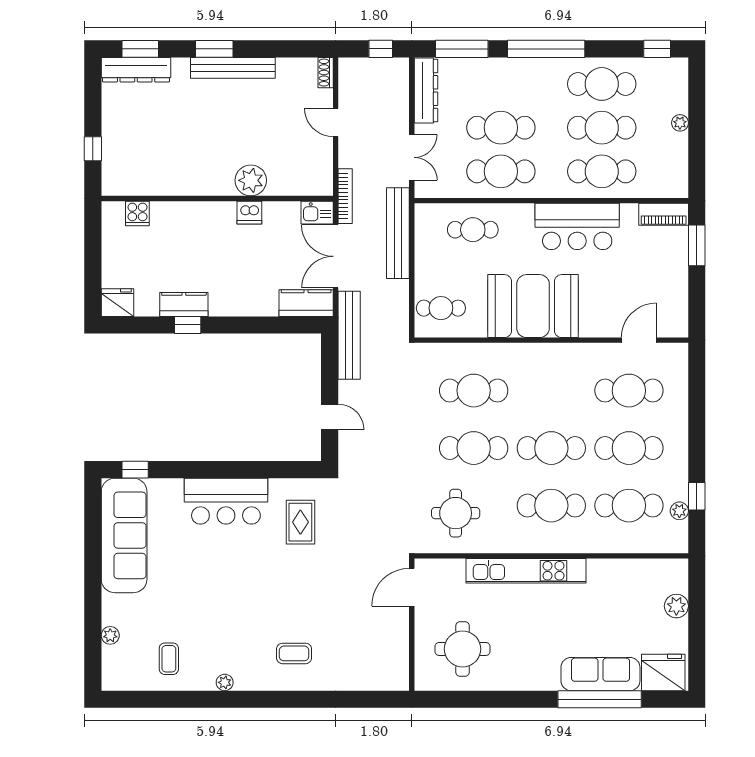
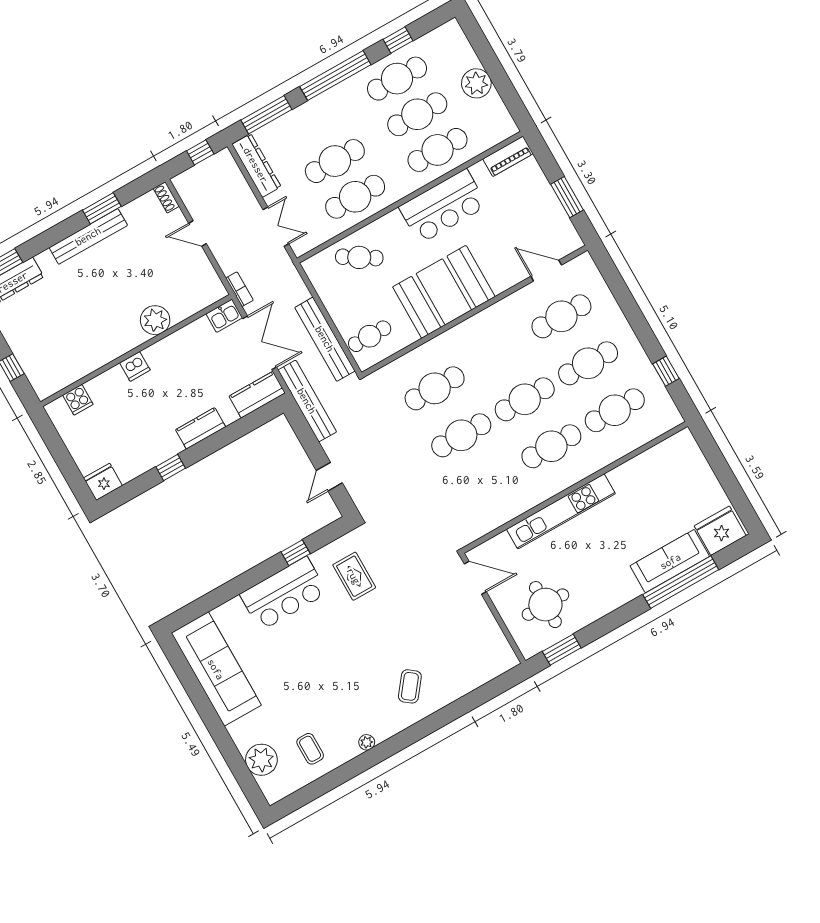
window: (214, 49) -> (102, 208), moved
window: (657, 49) -> (398, 40), moved
plant: (680, 123) -> (476, 83), width x1.88, depth x1.88
bookcase: (345, 196) -> (239, 289), width x0.64
dishwasher: (249, 213) -> (135, 366), moved
cafe table: (473, 230) -> (359, 257), turned 32
bench: (398, 233) -> (325, 339), moved
window: (697, 245) -> (567, 197), moved
double door: (336, 256) -> (260, 343), swing flipped
kitchen counter: (184, 304) -> (201, 428), moved
door: (639, 340) -> (546, 271), hinge flipped
door: (330, 417) -> (329, 477), swing flipped
window: (135, 470) -> (296, 553), moved
plant: (679, 511) -> (658, 391), removed
round table: (456, 513) -> (477, 497), removed
door: (412, 587) -> (475, 578), swing flipped
plant: (676, 606) -> (700, 470), removed
plant: (110, 635) -> (261, 760), width x1.88, depth x1.88
coffee table: (294, 653) -> (410, 686), turned -52
window: (454, 699) -> (562, 650), added

